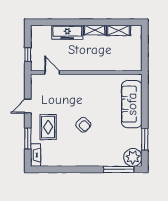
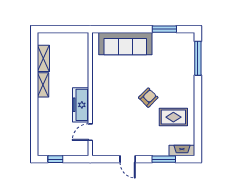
freezer: (67, 32) -> (81, 105), moved, turned 180
window: (28, 55) -> (55, 159), moved
rug: (48, 127) -> (173, 117), moved
plant: (133, 157) -> (185, 42), removed

